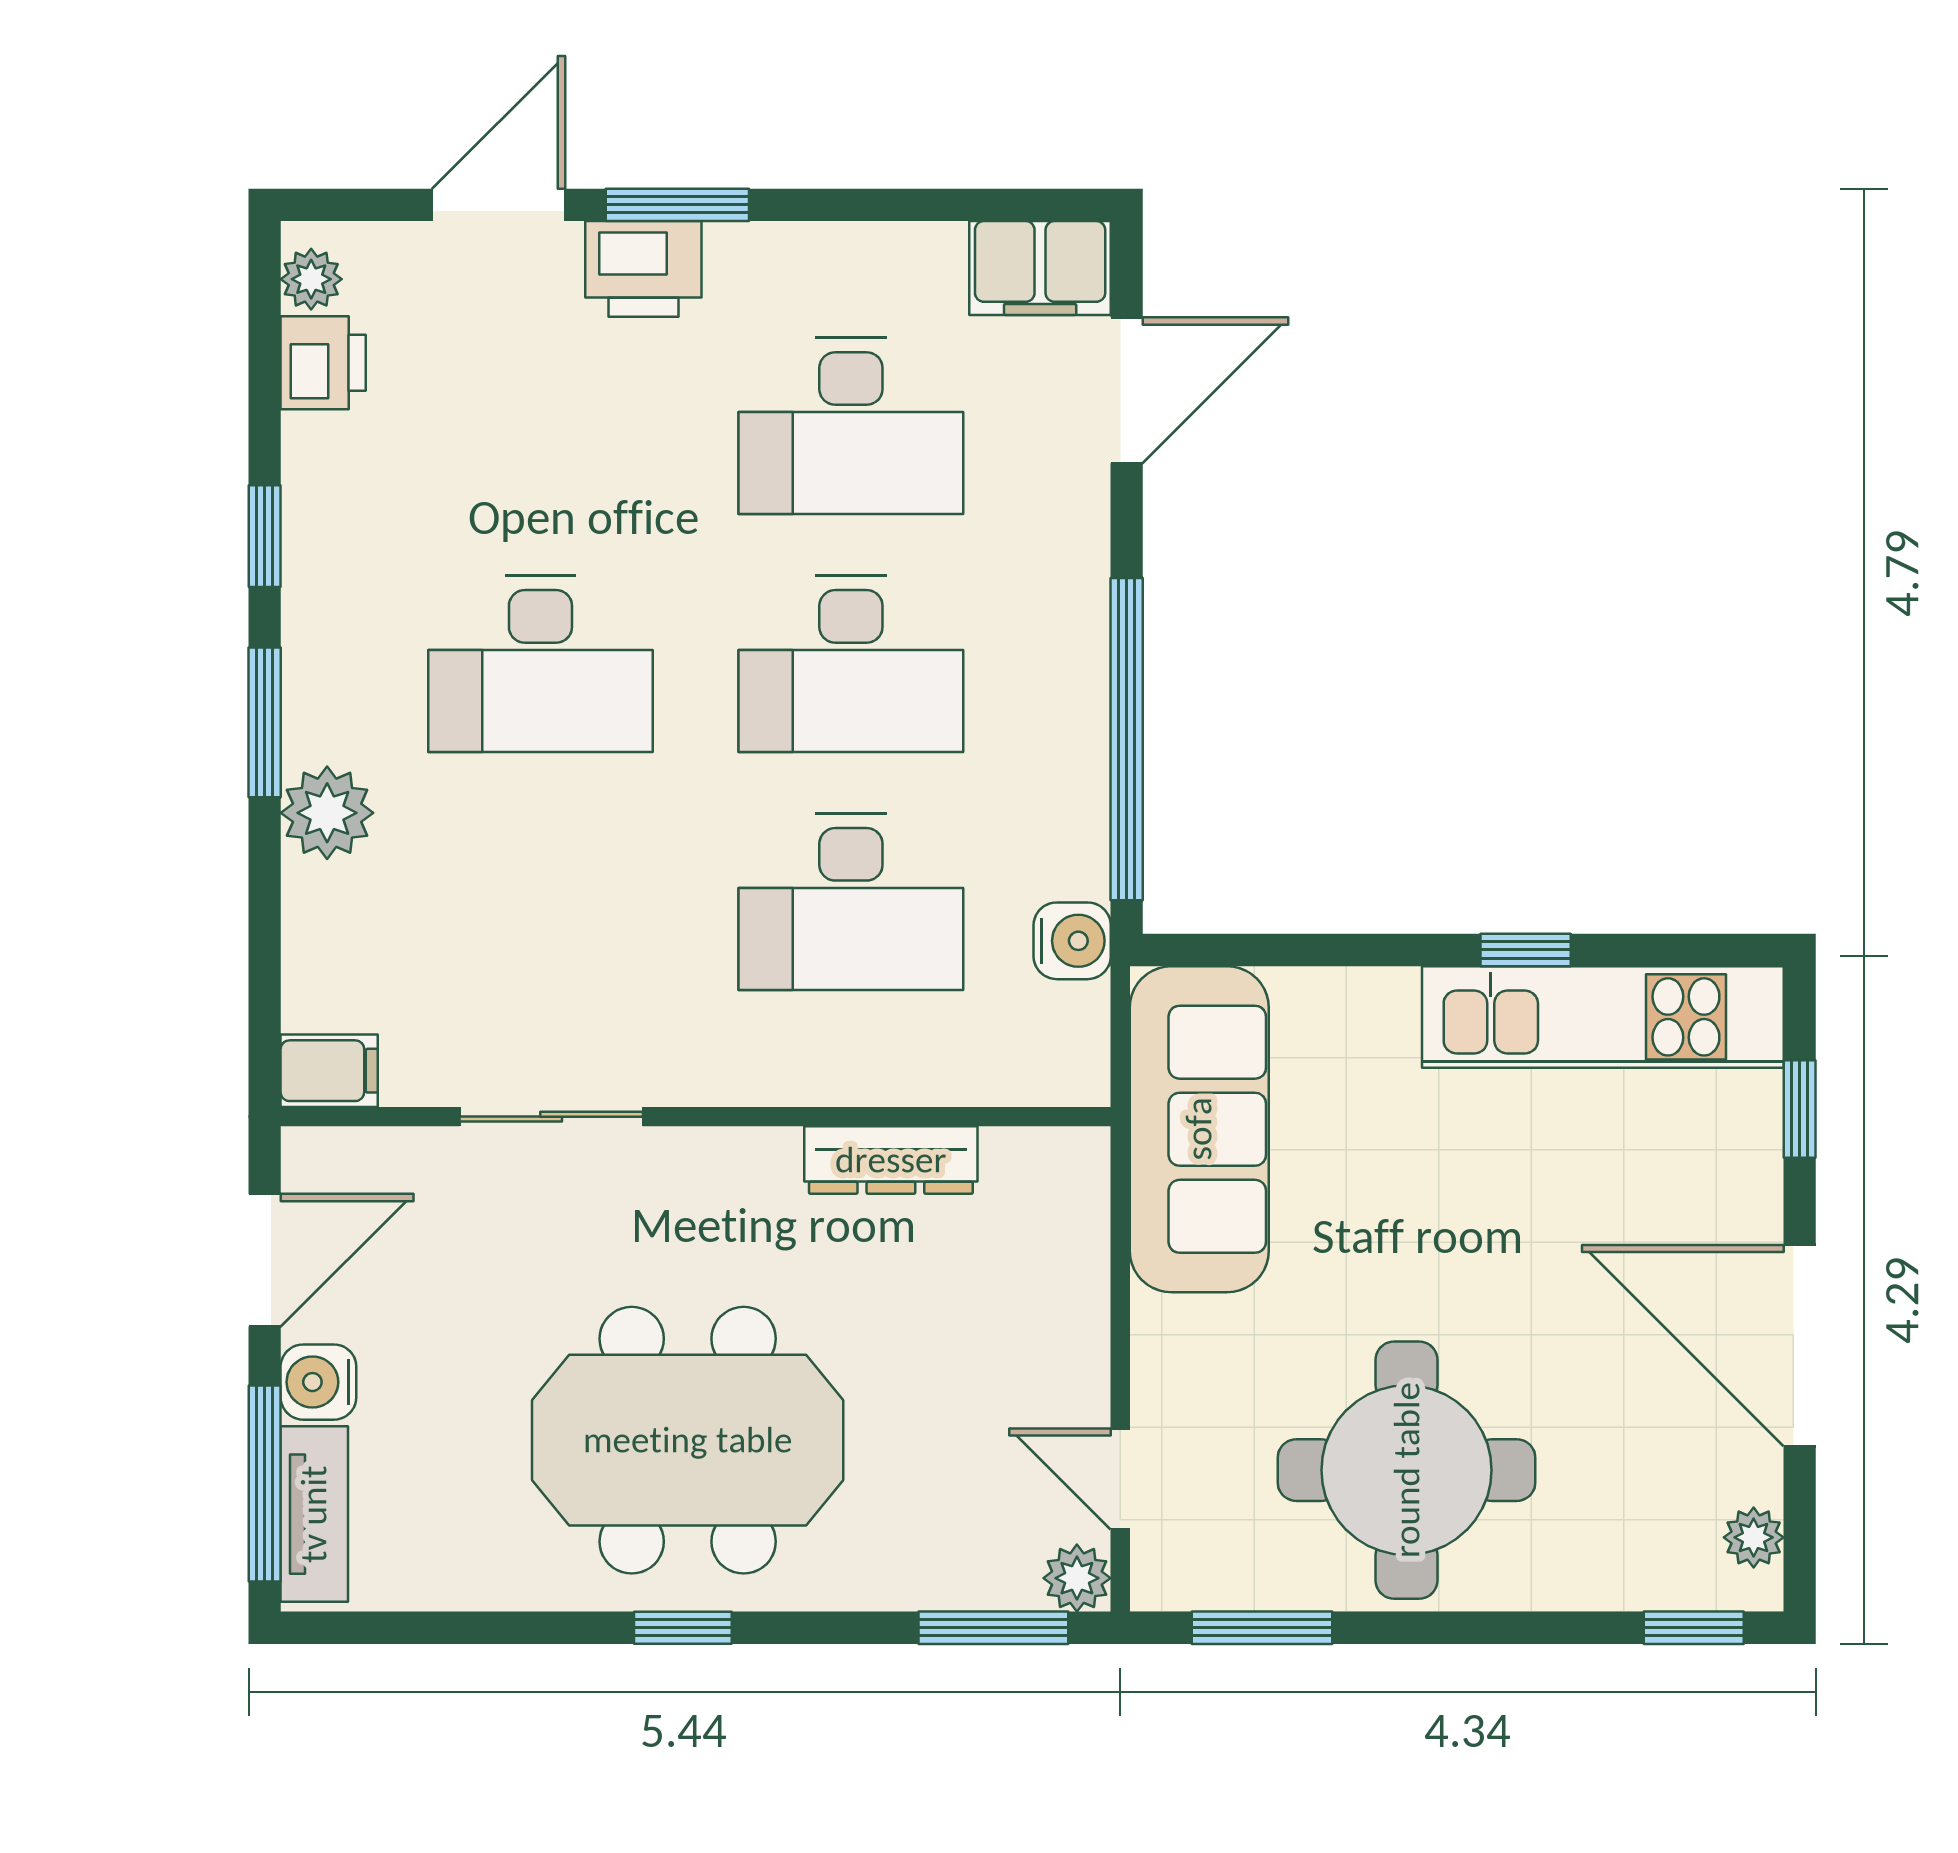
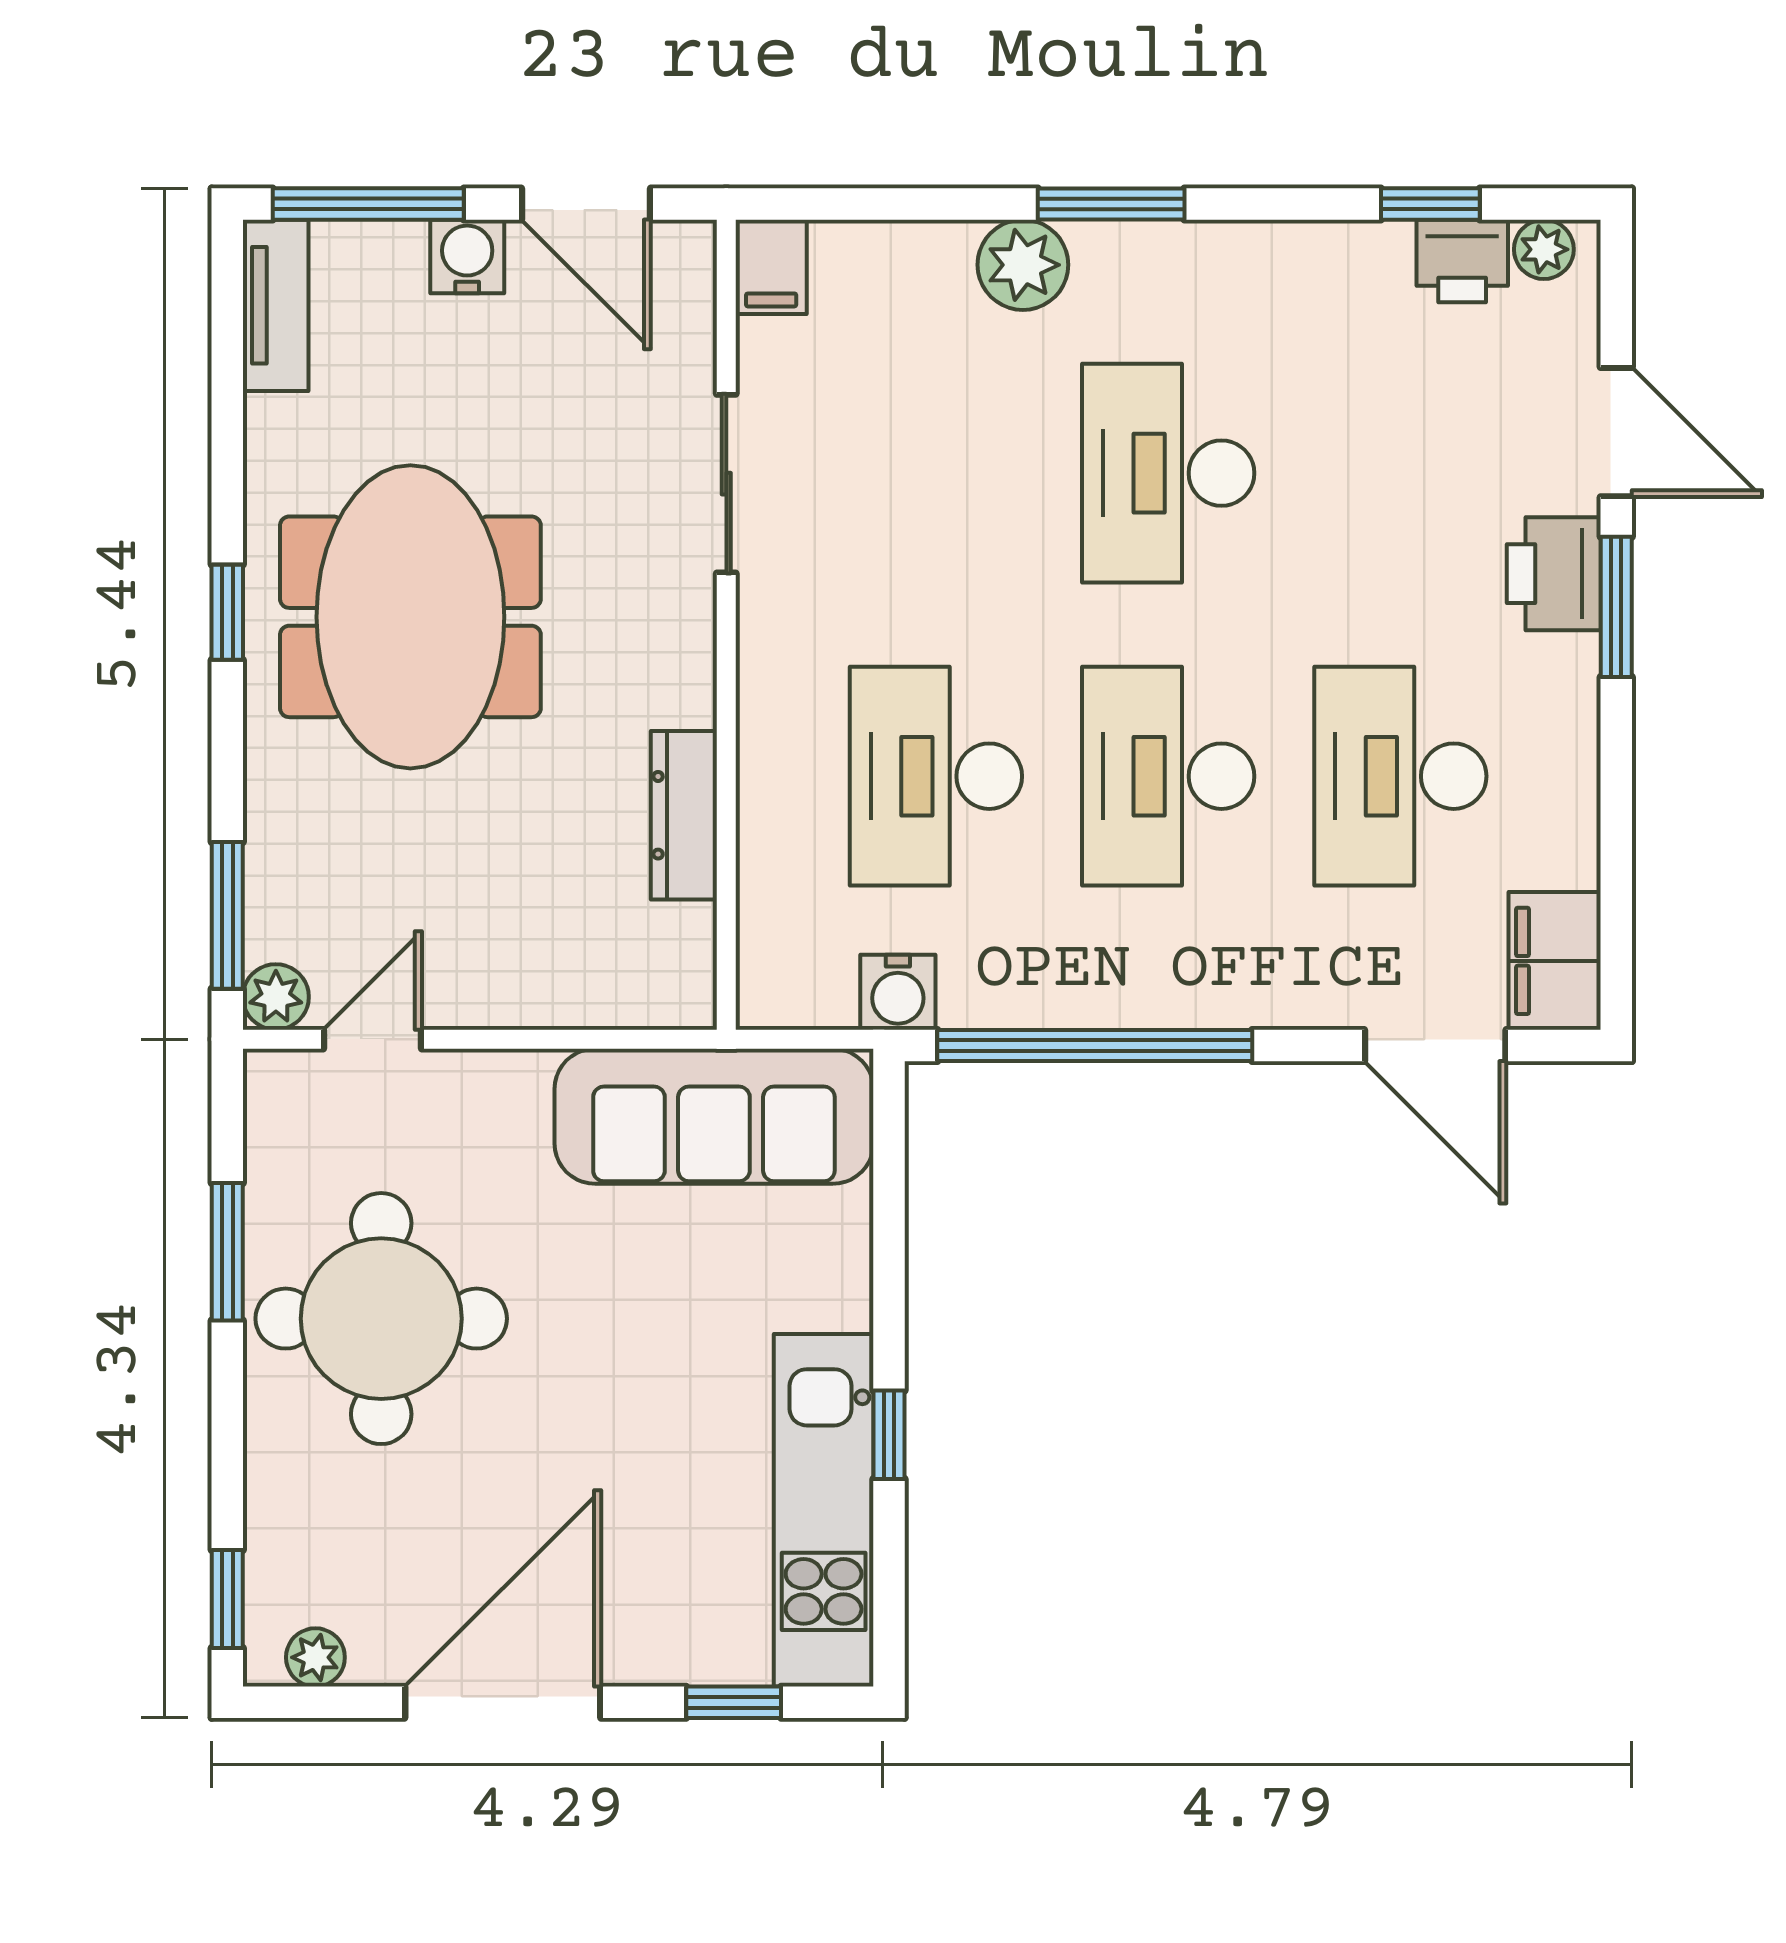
window: (265, 536) -> (1430, 204), moved
tv unit: (314, 1514) -> (276, 305), moved, turned -90
window: (1262, 1628) -> (227, 1252), moved

